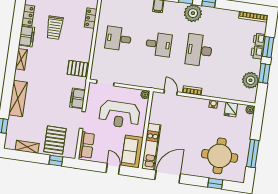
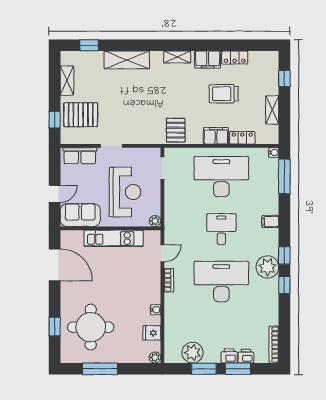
desk: (118, 39) -> (221, 177), width x1.87, depth x1.30
desk: (159, 44) -> (221, 229), turned 180
desk: (199, 50) -> (221, 282), width x1.36, depth x1.30
filing cabinet: (78, 98) -> (216, 136), moved
reception desk: (119, 114) -> (125, 192), turned 180
kitchen unit: (151, 147) -> (114, 238), moved

